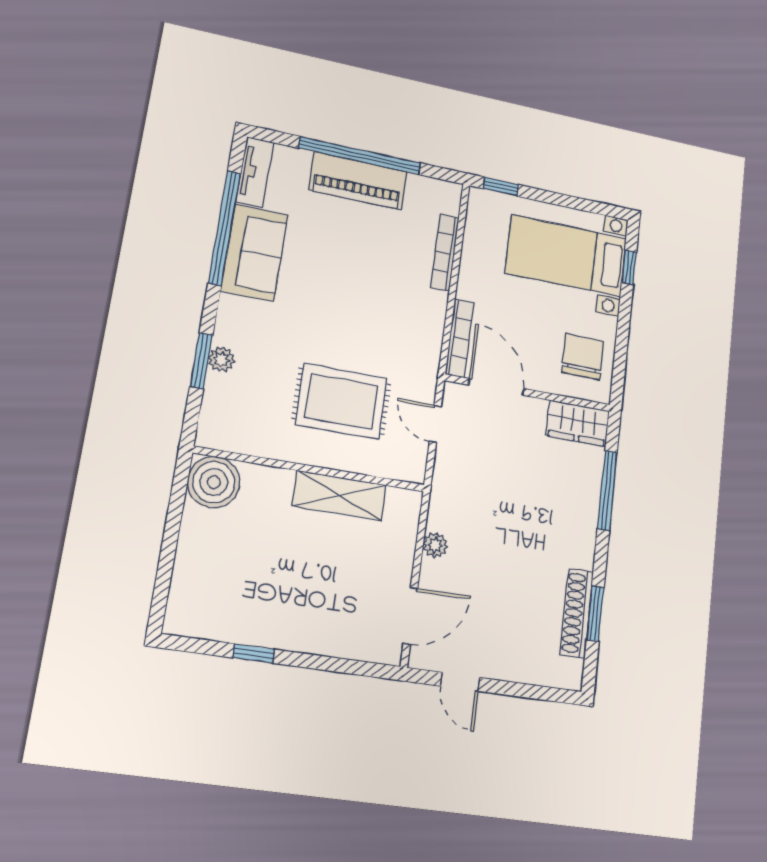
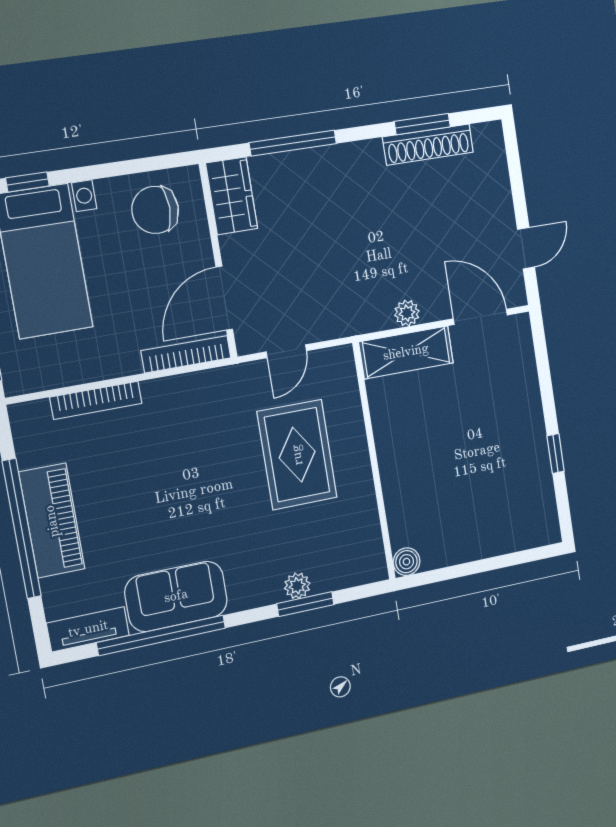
boiler: (214, 482) -> (406, 562), width x0.54, depth x0.54
shelving: (339, 496) -> (406, 352), moved, turned 90

